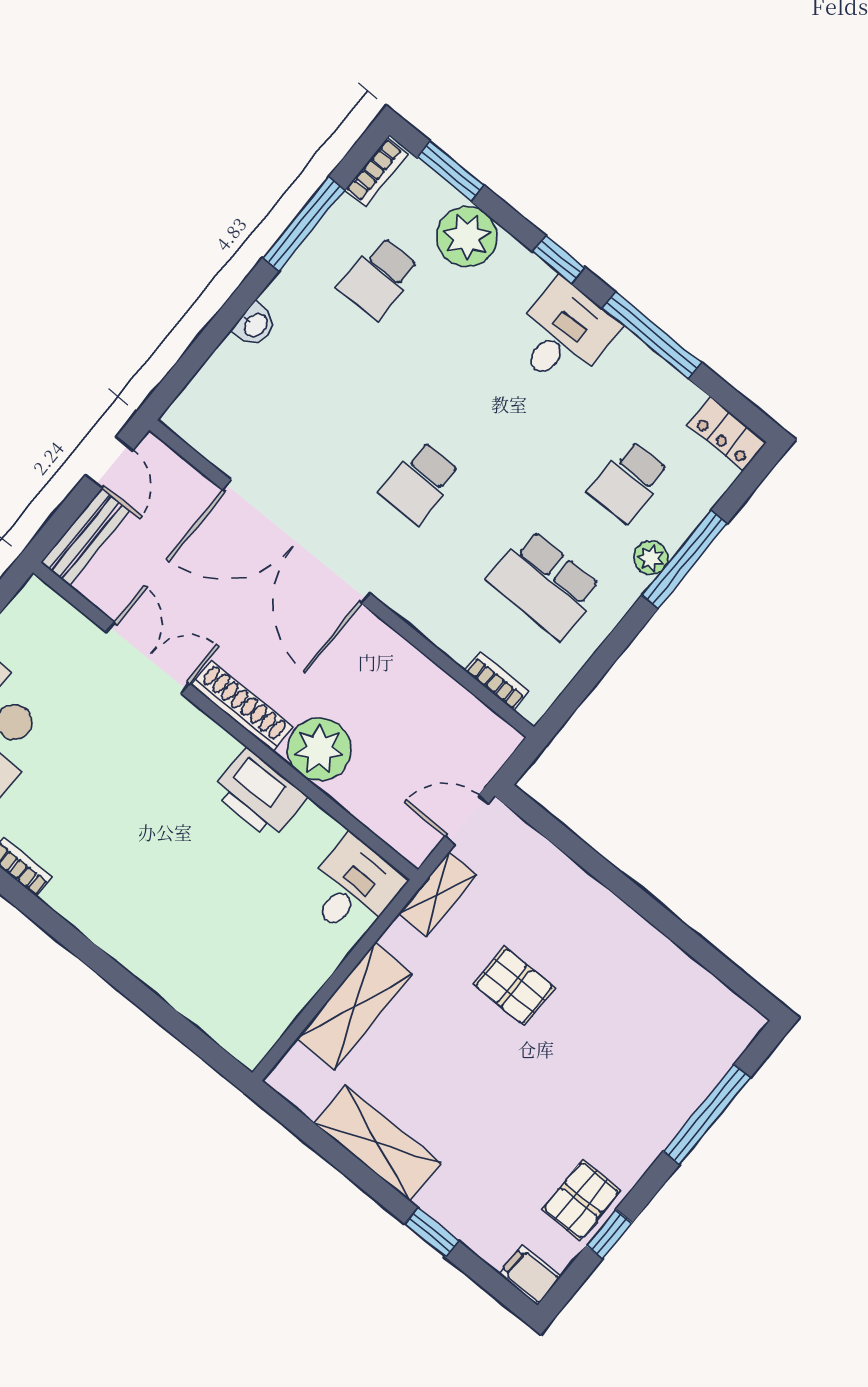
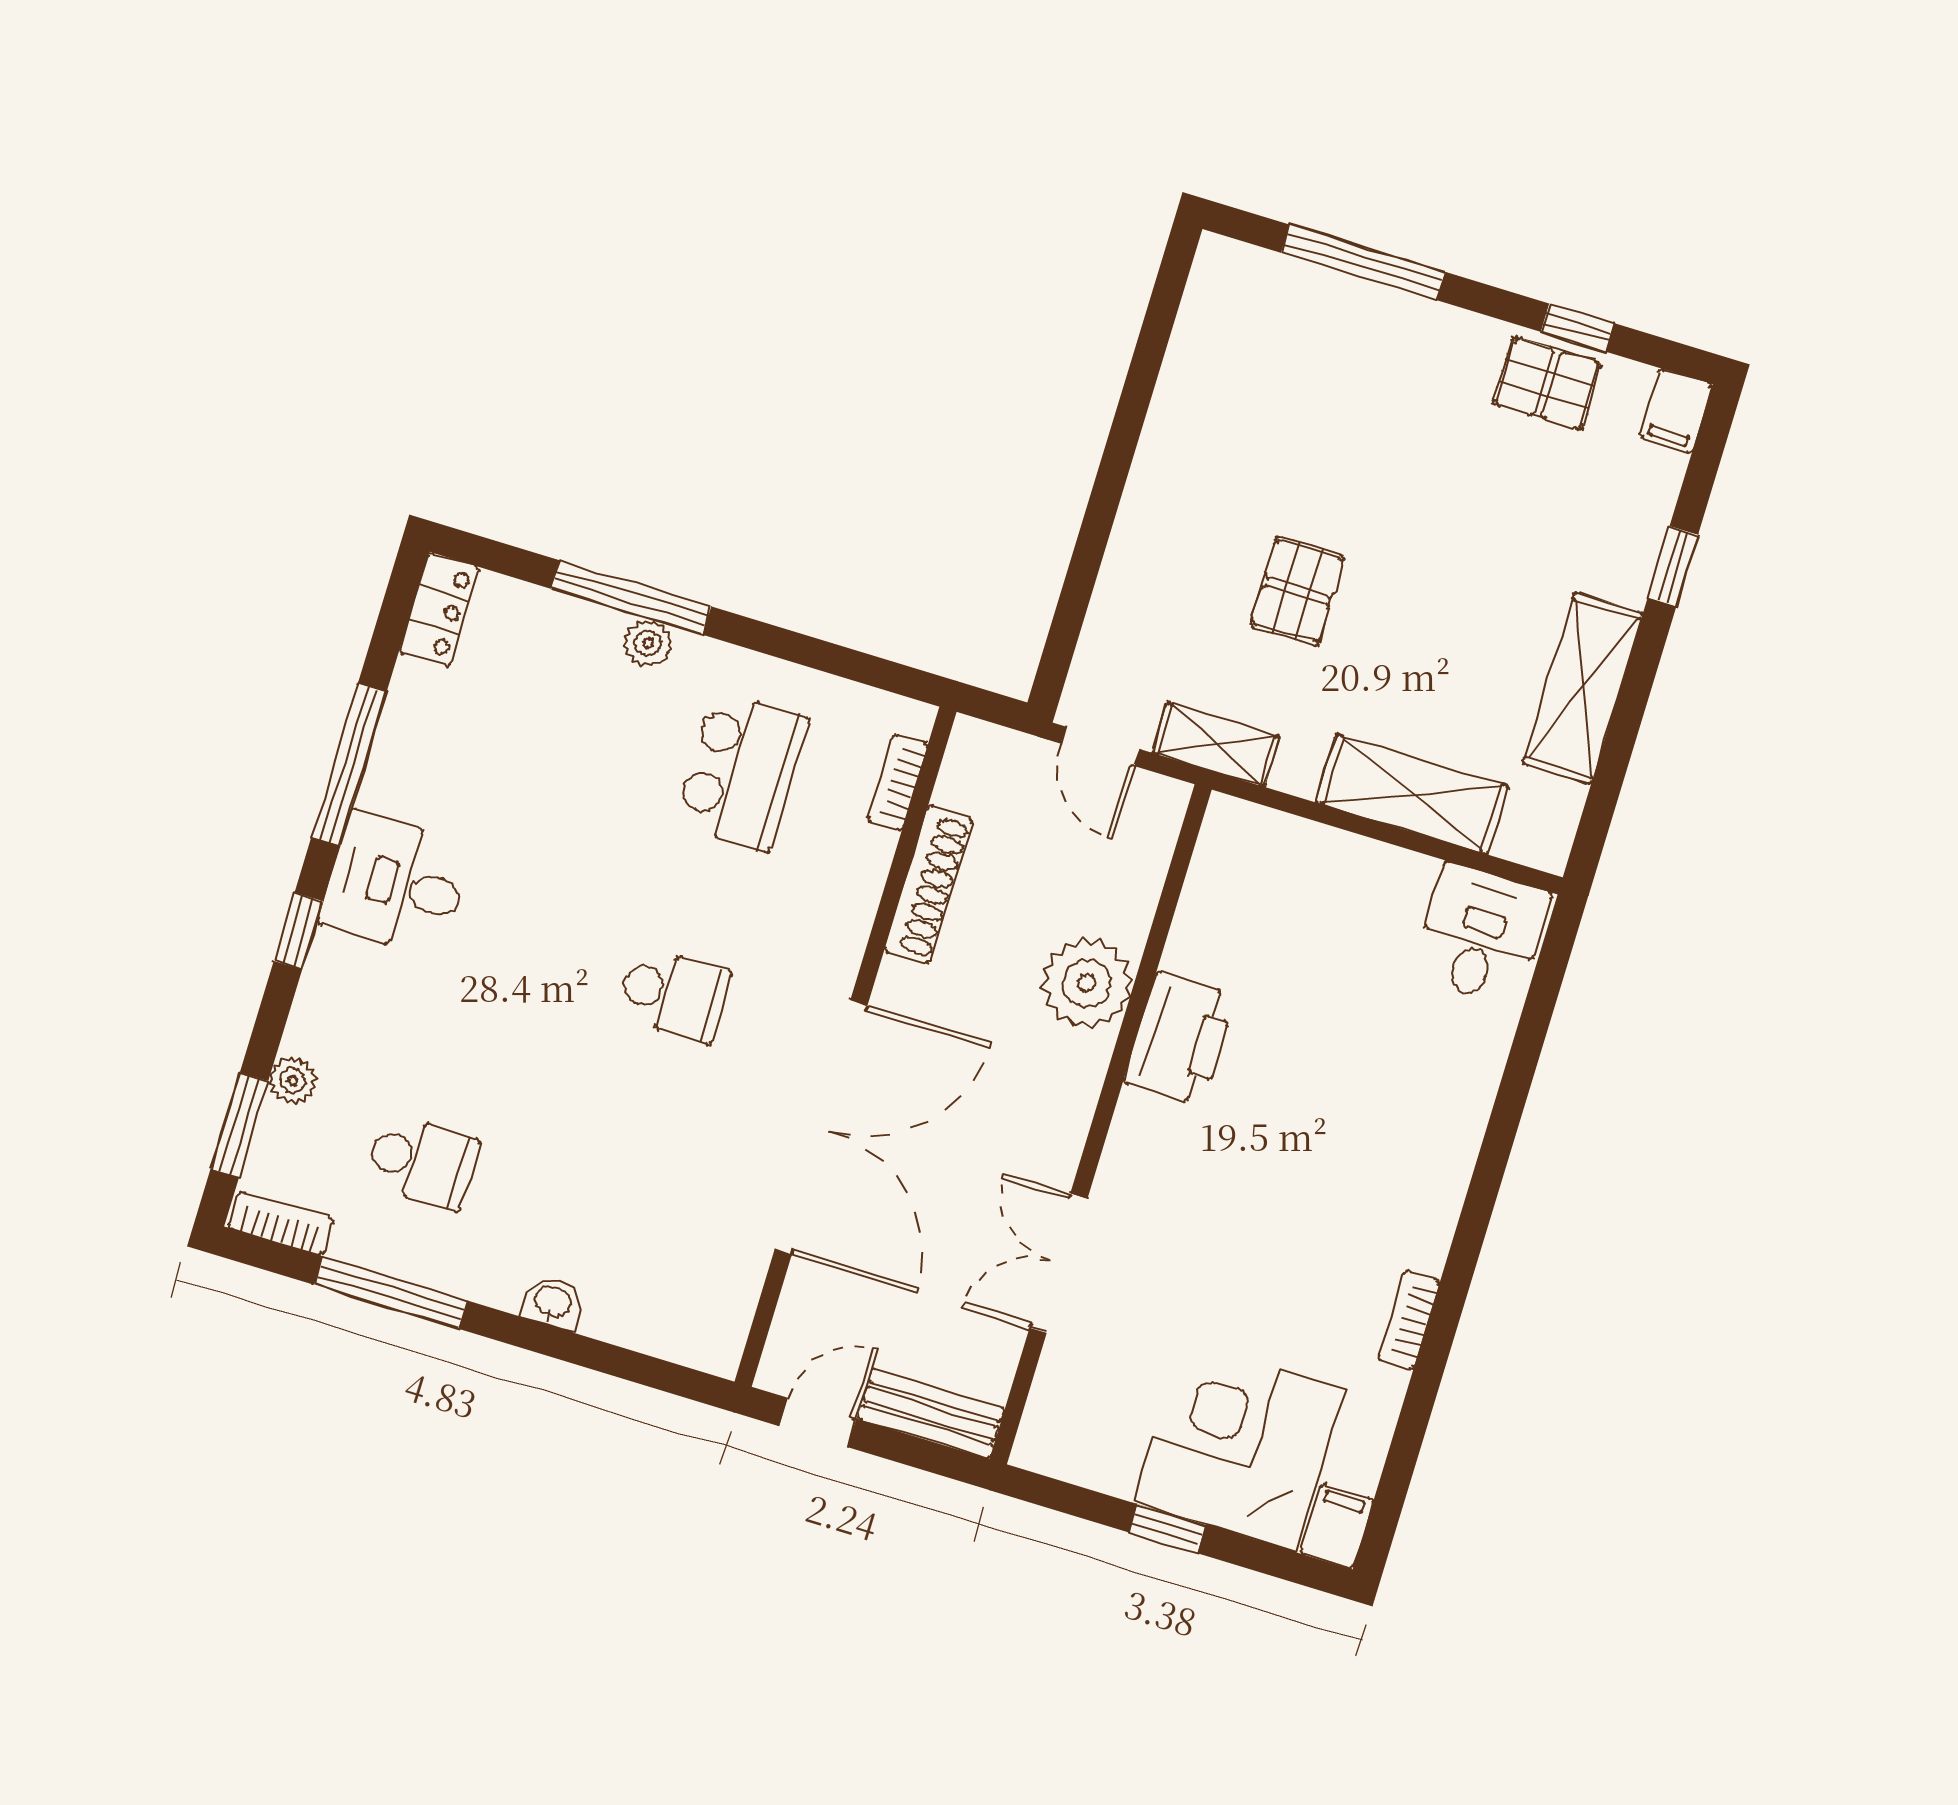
plant: (467, 237) -> (293, 1081), width x0.53, depth x0.53
school desk: (629, 482) -> (558, 715), removed
shoe rack: (242, 706) -> (929, 885), moved, turned 180
desk: (353, 888) -> (1481, 935), moved, turned 90

